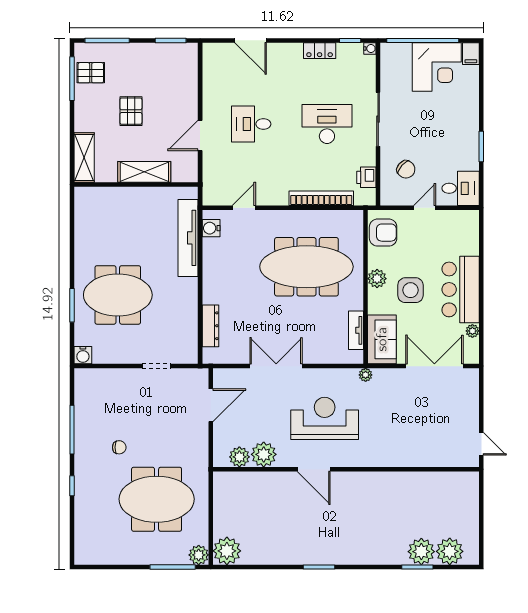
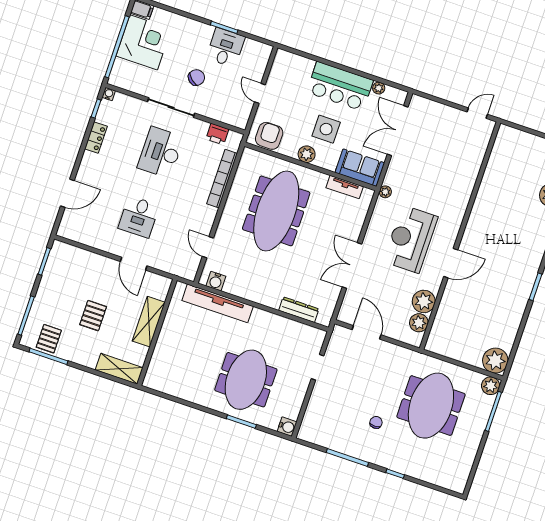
pallet: (131, 111) -> (93, 316), turned 90
chair: (406, 169) -> (196, 78), moved
desk: (461, 188) -> (226, 48), moved

